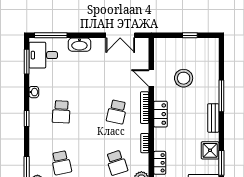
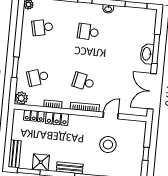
window: (51, 35) -> (156, 49), moved
double door: (120, 35) -> (152, 91), width x1.37
desk: (43, 55) -> (141, 20), removed
locker: (160, 114) -> (57, 119), moved

